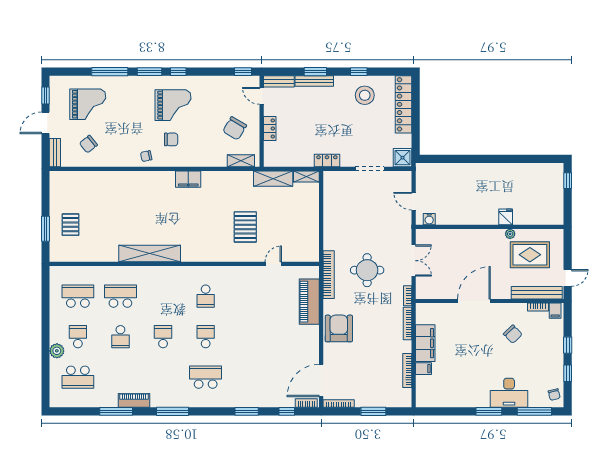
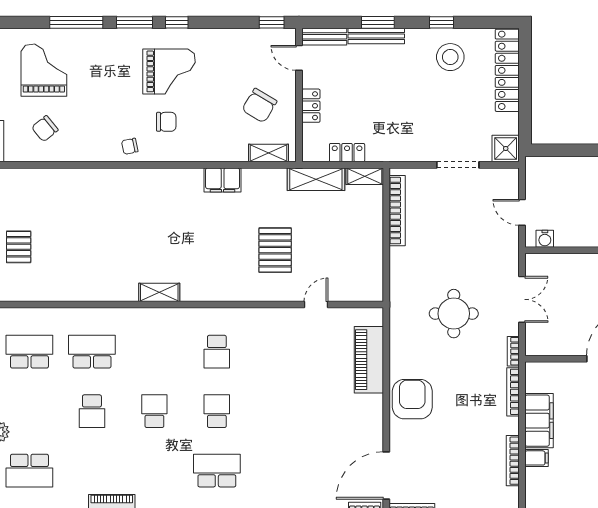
grand piano: (88, 104) -> (44, 70), turned -90
locker: (327, 160) -> (347, 153), moved
filing cabinet: (188, 179) -> (223, 180), moved
shelving: (150, 254) -> (159, 292), width x0.45, depth x0.75
bookcase: (329, 275) -> (397, 211), moved
school desk: (78, 337) -> (29, 411), removed

